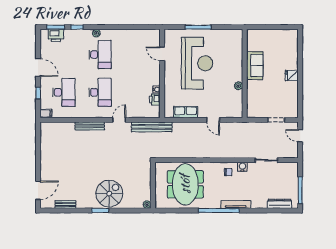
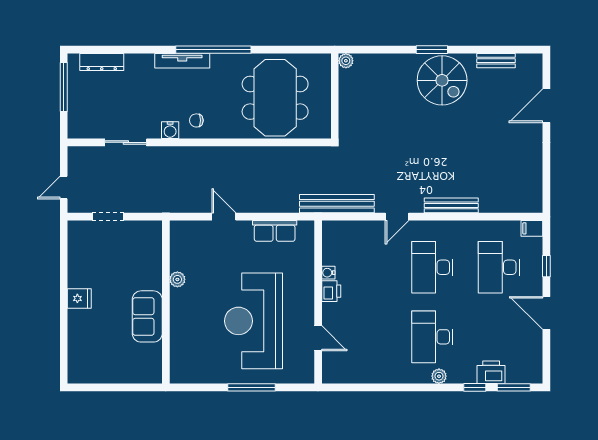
printer: (56, 35) -> (491, 372), moved
printer: (155, 99) -> (331, 291), moved
door: (300, 136) -> (64, 187), swing flipped
door: (38, 190) -> (546, 106), moved
spiral stairs: (109, 194) -> (442, 80), moved, turned -90

